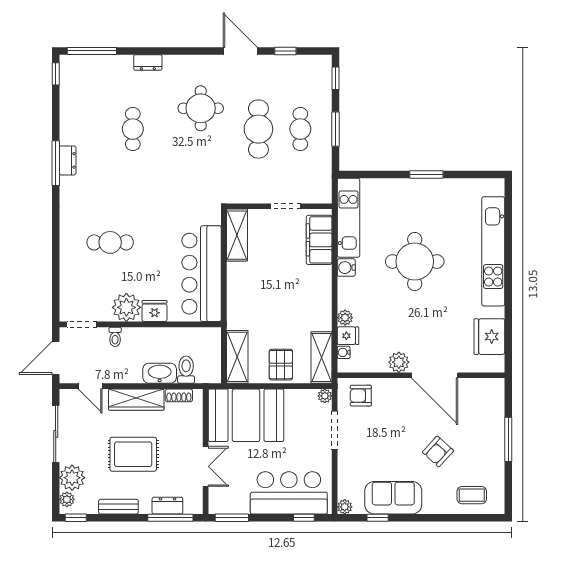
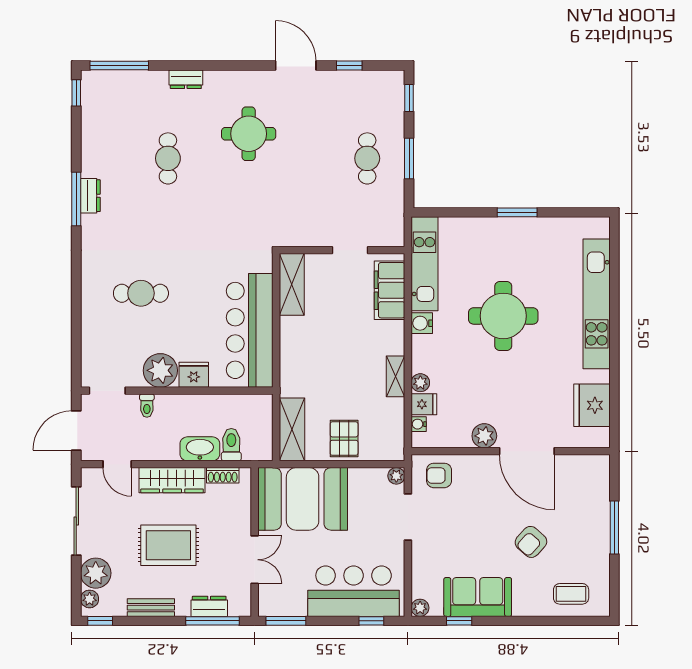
cafe table: (258, 129) -> (317, 158), removed
shelving: (322, 357) -> (395, 376), moved, width x0.67, depth x0.75

